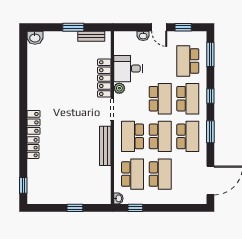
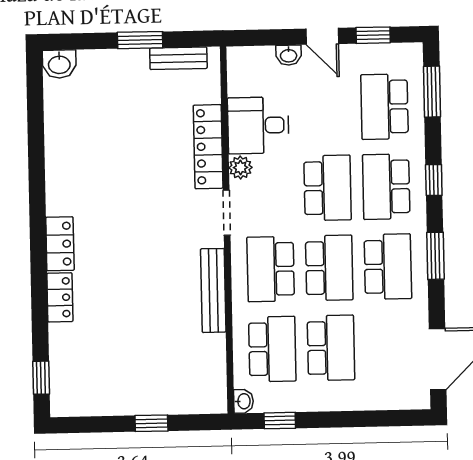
school desk: (188, 99) -> (386, 187), turned 180

